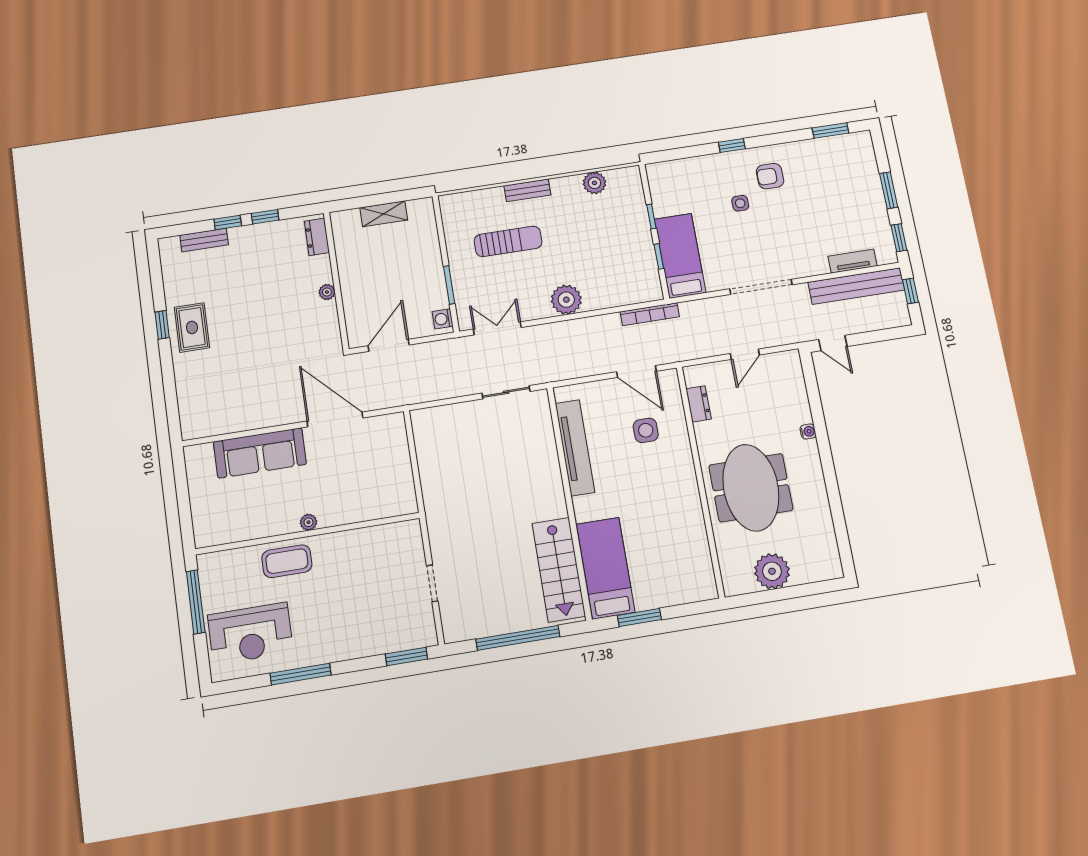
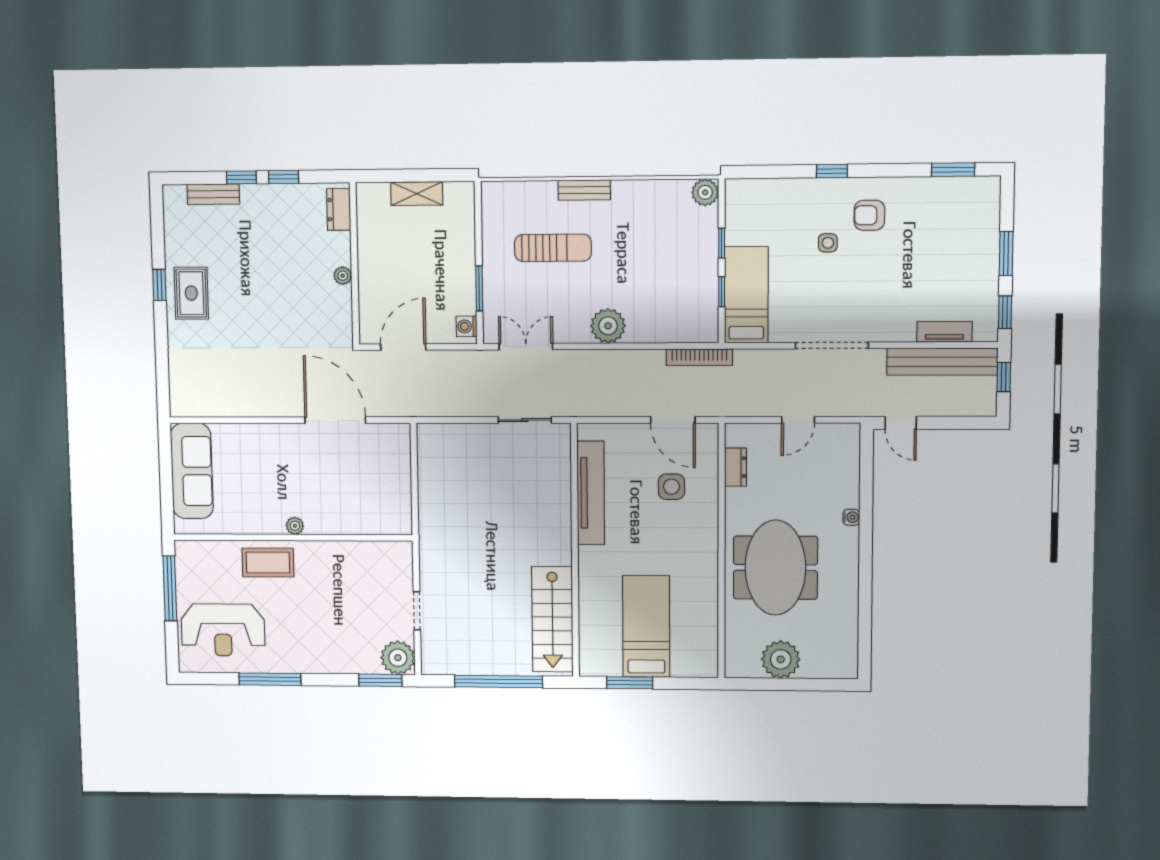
plant: (594, 183) -> (705, 192), moved
sofa: (260, 453) -> (192, 471), moved, turned -90
bed: (606, 568) -> (646, 626), moved
plant: (420, 631) -> (398, 658), added

